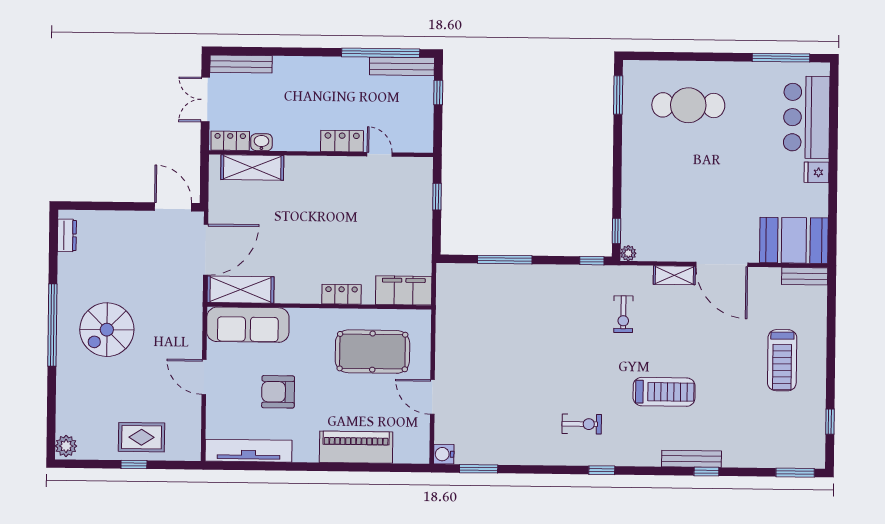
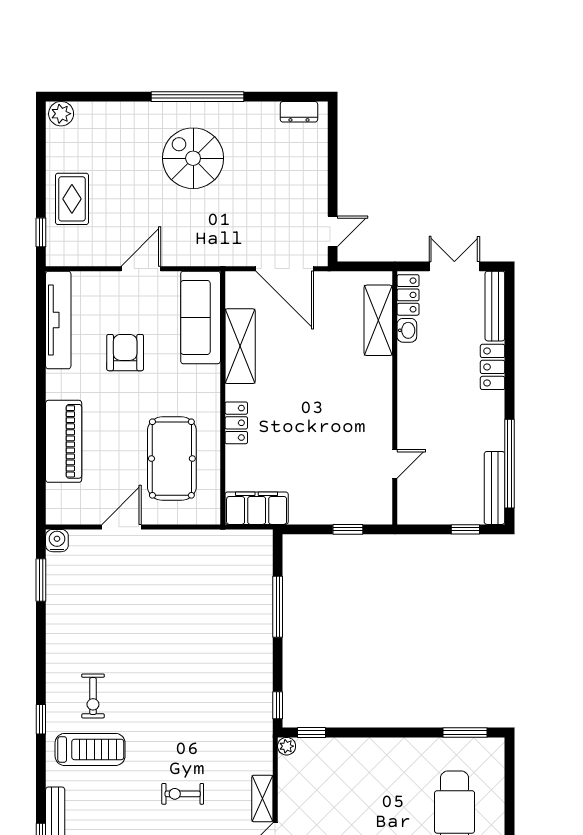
locker: (342, 141) -> (493, 367), moved, turned 180
door: (173, 207) -> (333, 231), width x0.73
shelving: (240, 290) -> (240, 346), moved
filing cabinet: (404, 290) -> (257, 508), moved, turned -90
exercise bike: (623, 314) -> (183, 794), moved
treadmill: (664, 392) -> (90, 749), moved, turned -90
window: (134, 465) -> (41, 232), moved

